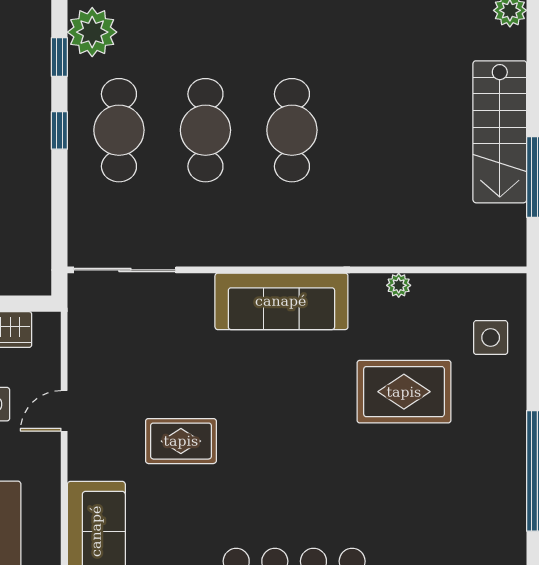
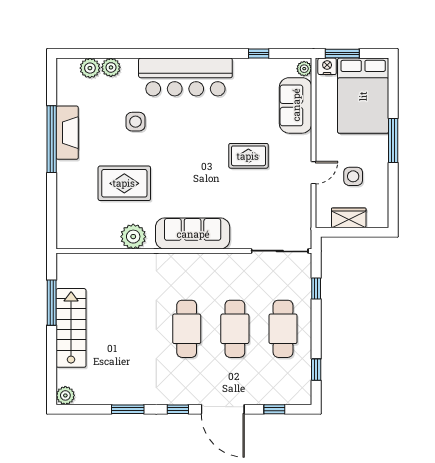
plant: (92, 32) -> (298, 383), removed
window: (59, 130) -> (316, 288), moved
plant: (399, 285) -> (133, 237), width x1.88, depth x1.88
side table: (491, 338) -> (136, 122), moved
fireplace: (507, 483) -> (67, 133), added

